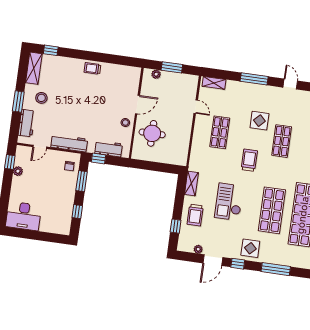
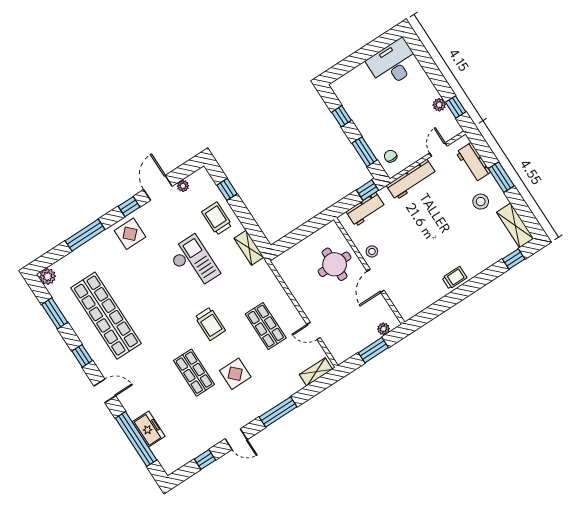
shop shelf: (272, 210) -> (142, 292), removed

